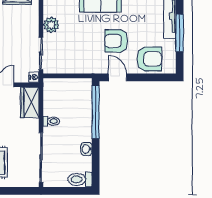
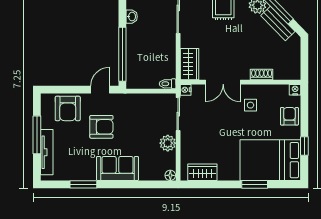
armchair: (149, 59) -> (68, 108), turned -90
door: (118, 77) -> (100, 90), swing flipped
toilet: (51, 121) -> (168, 84), moved

